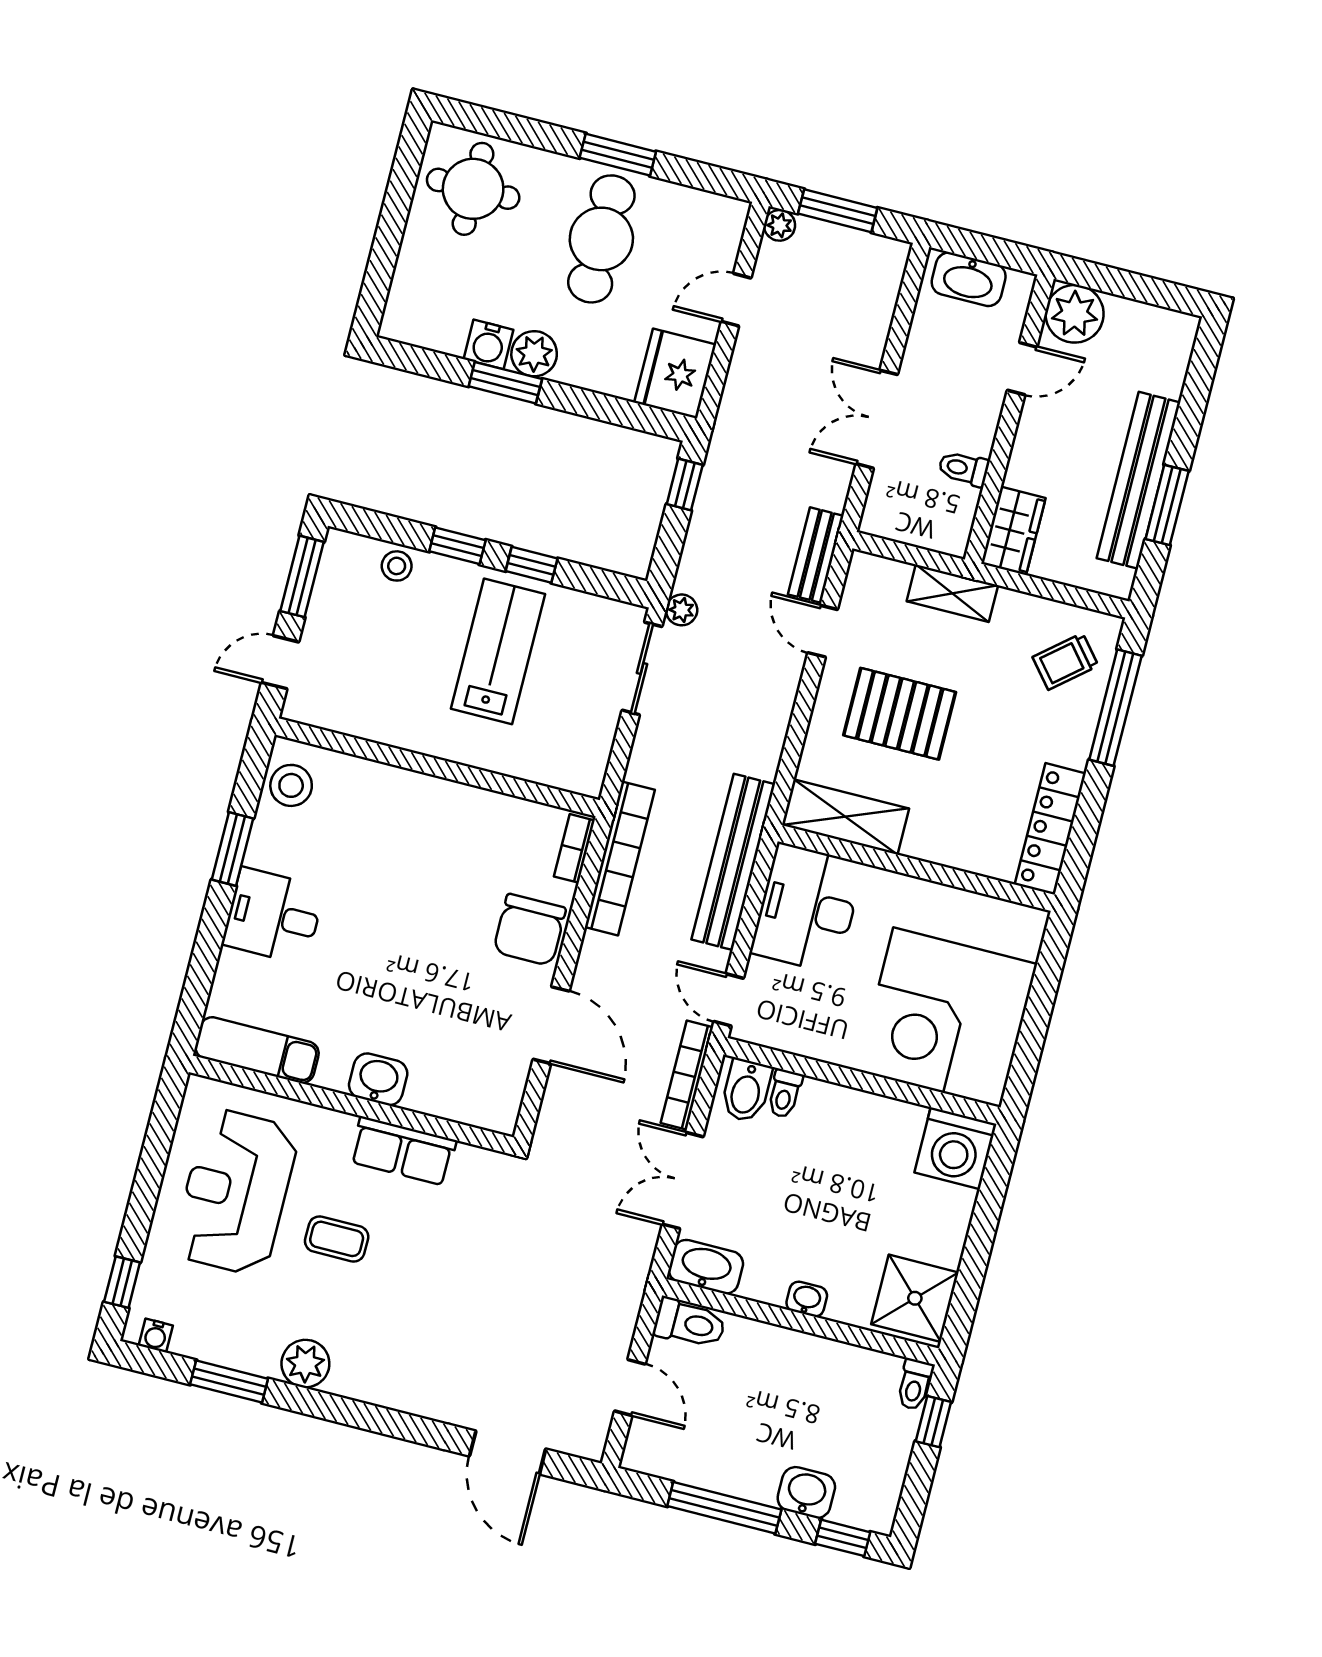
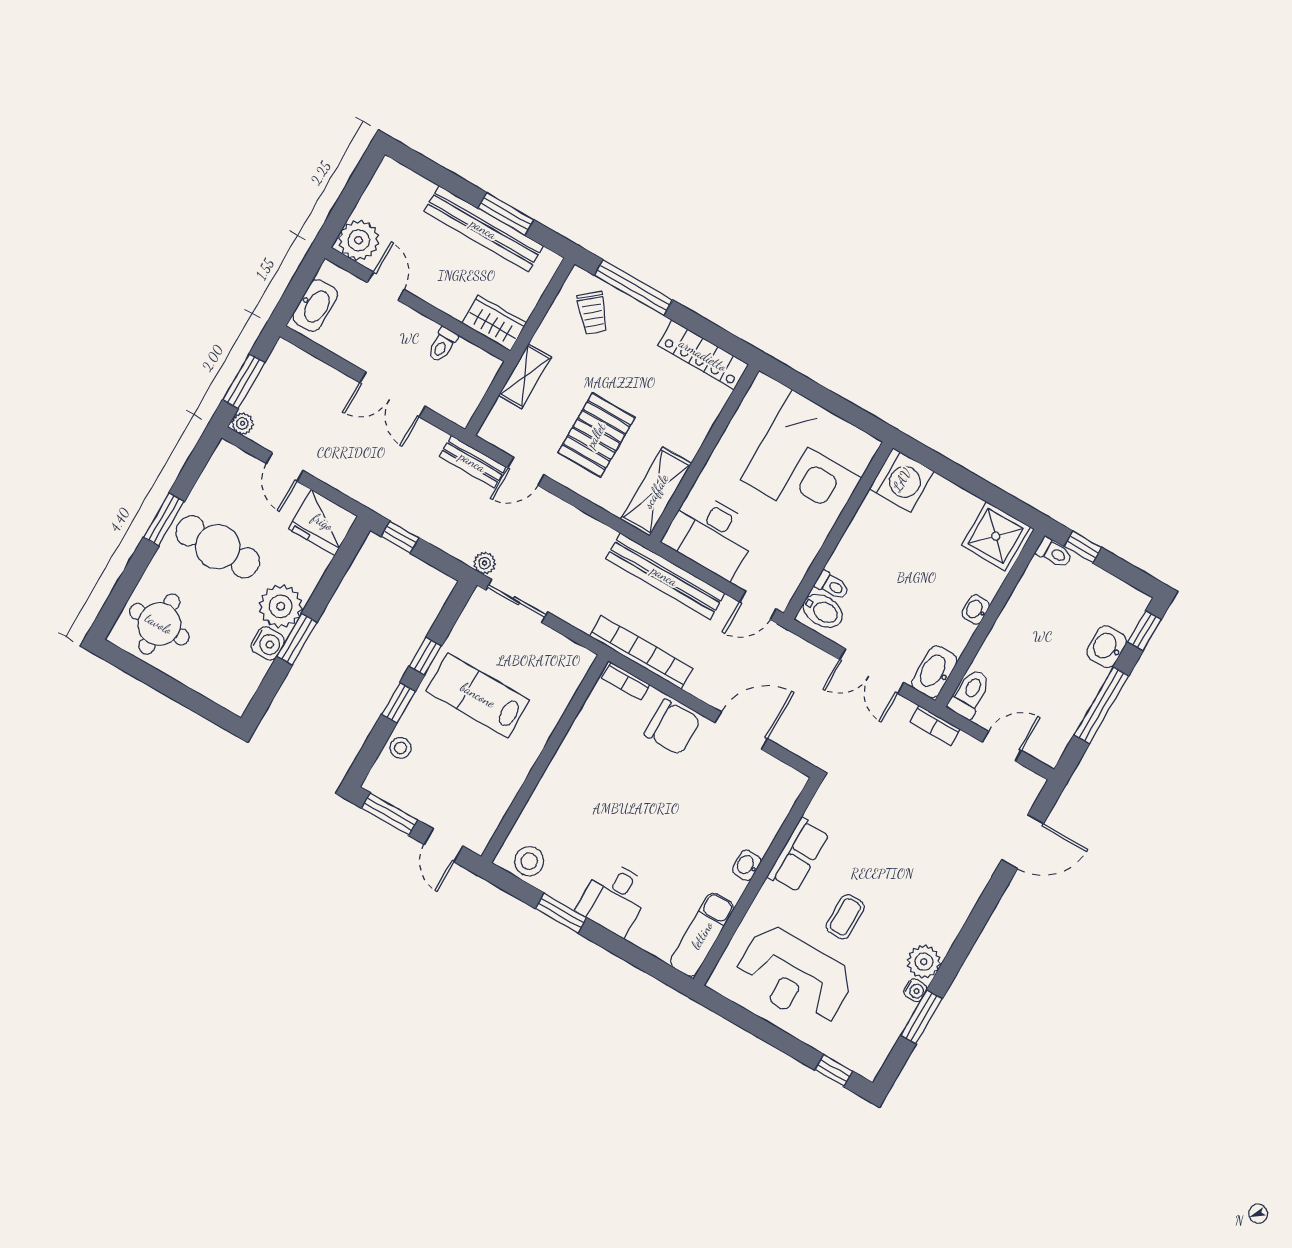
plant: (534, 354) -> (281, 606), width x1.36, depth x1.36
bookcase: (687, 1075) -> (935, 725), moved, width x0.64
washbasin: (378, 1079) -> (747, 865), width x0.72, depth x0.69
water cooler: (156, 1335) -> (915, 990), moved

